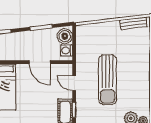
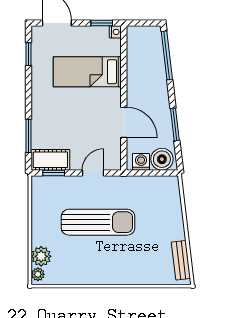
door: (40, 62) -> (124, 122), swing flipped
sun lounger: (108, 80) -> (98, 222), turned 180

